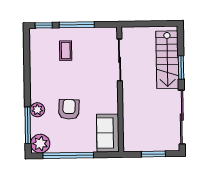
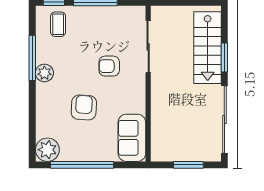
coffee table: (66, 51) -> (58, 24), moved
armchair: (89, 76) -> (109, 66), added
plant: (37, 110) -> (44, 73), moved
window: (28, 125) -> (32, 58), moved

